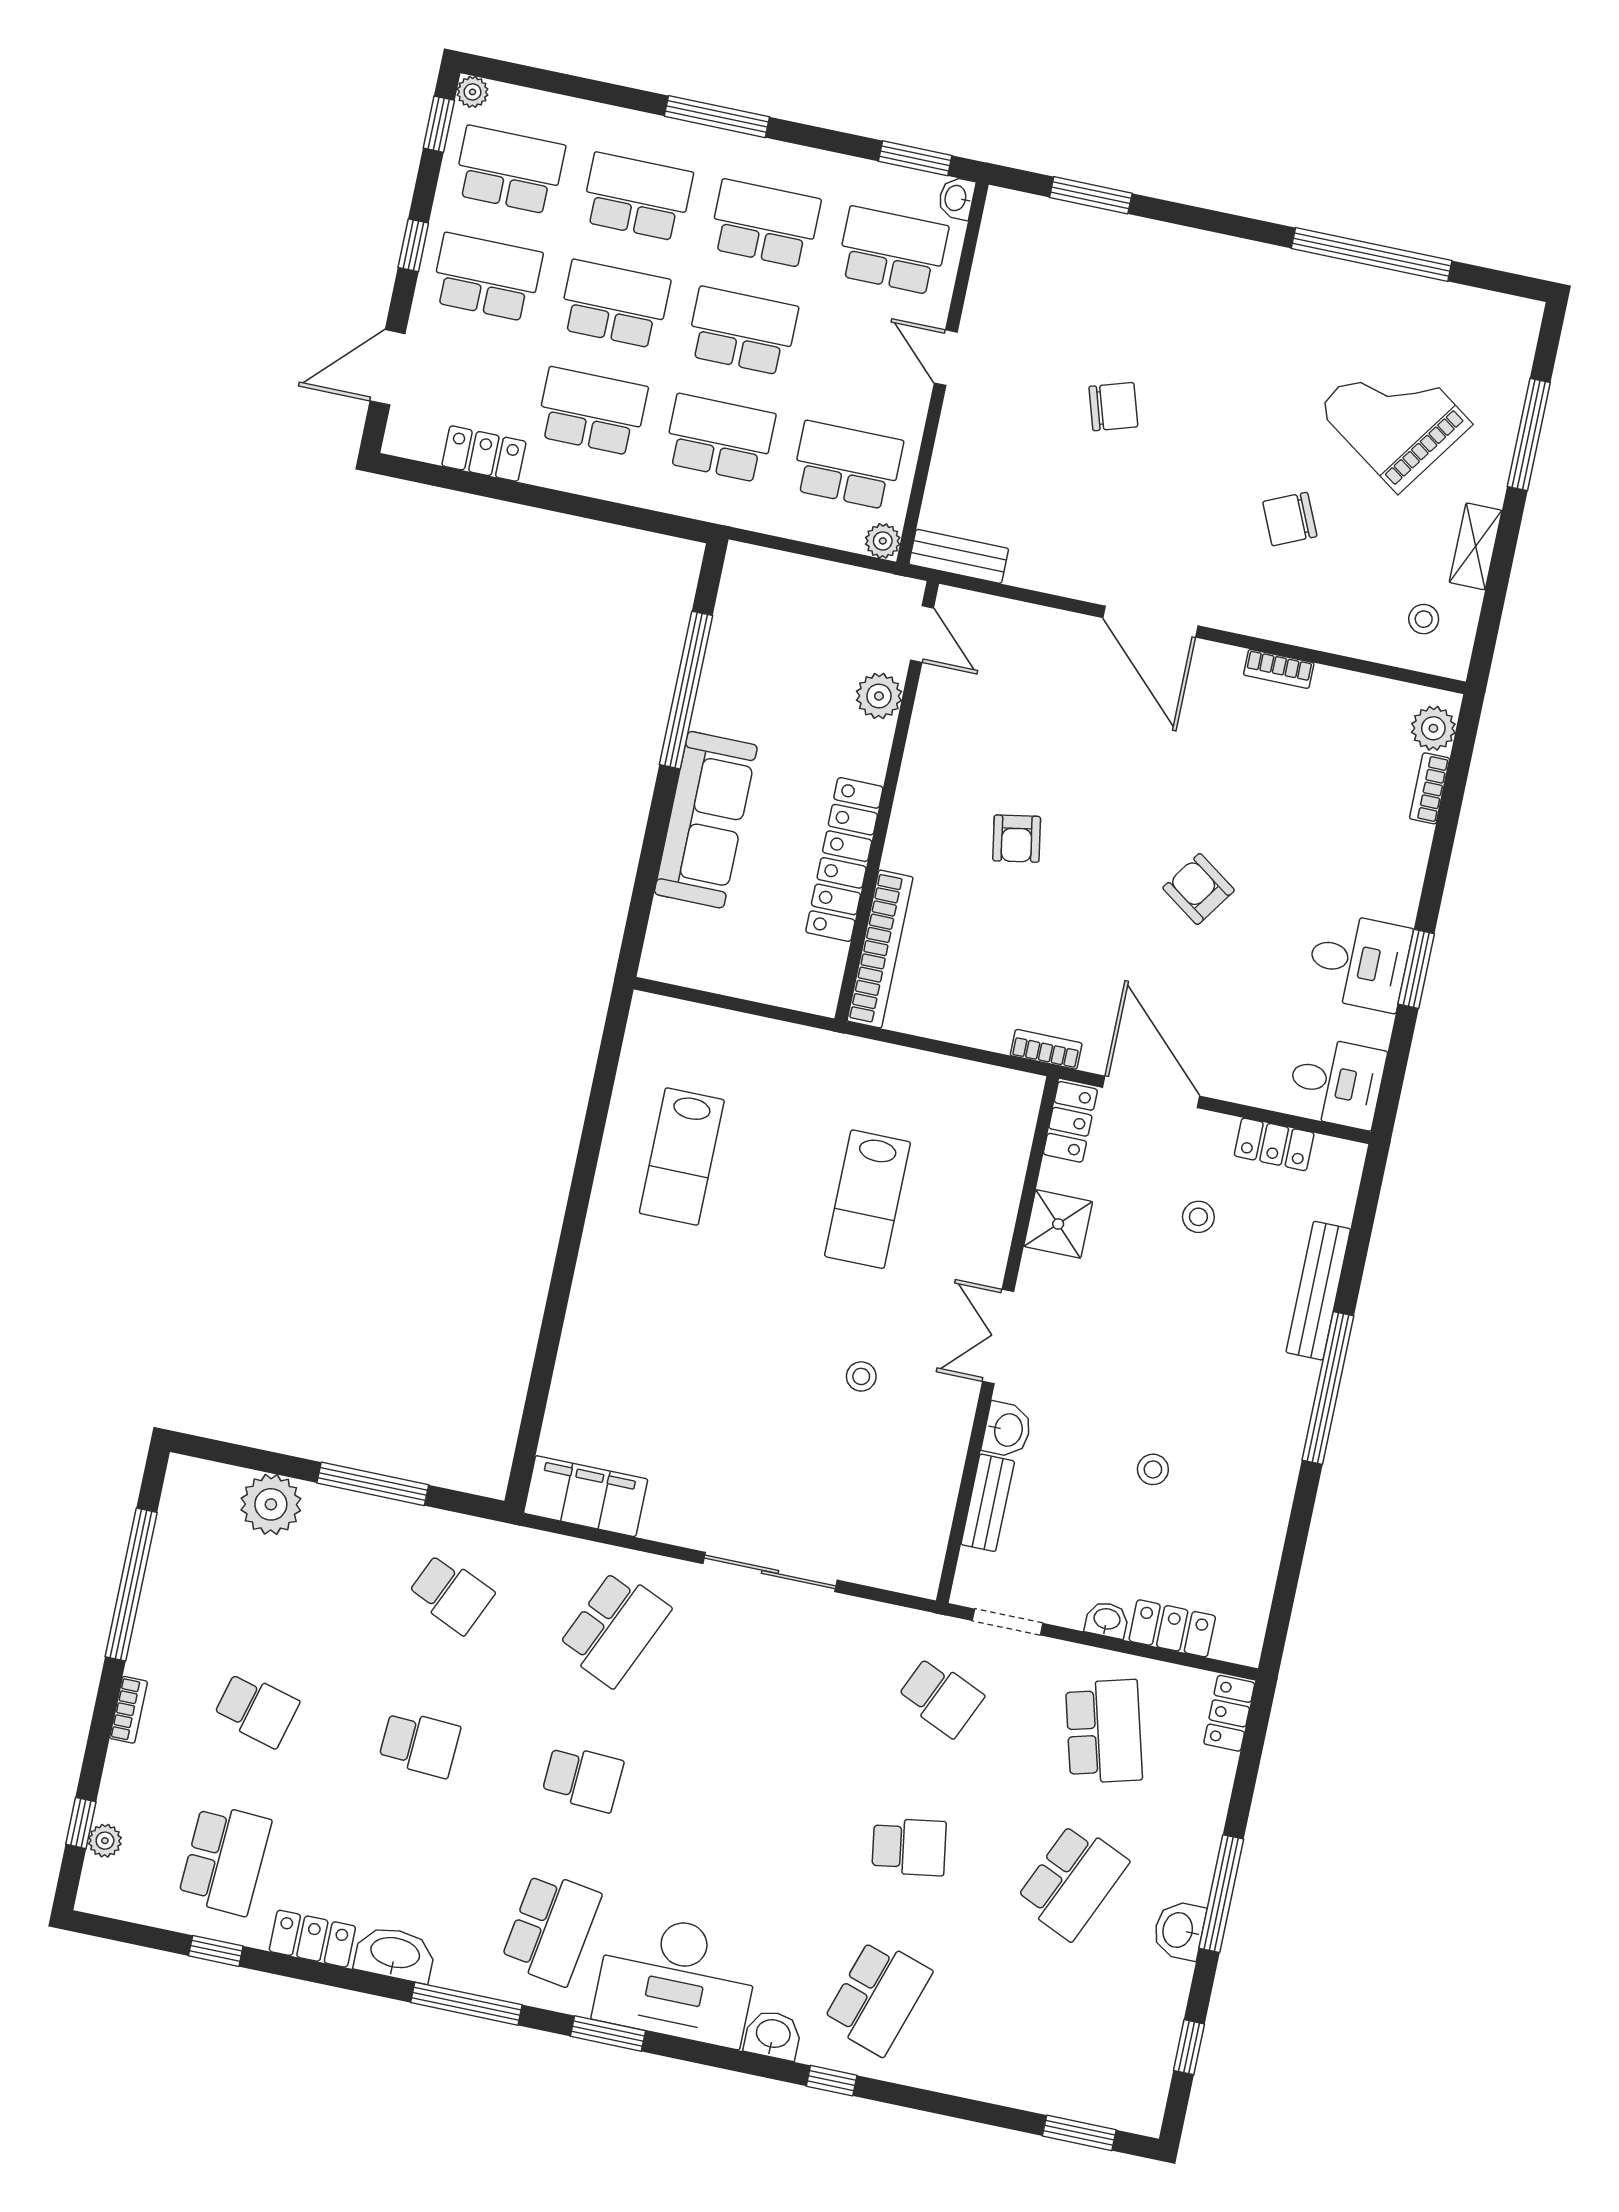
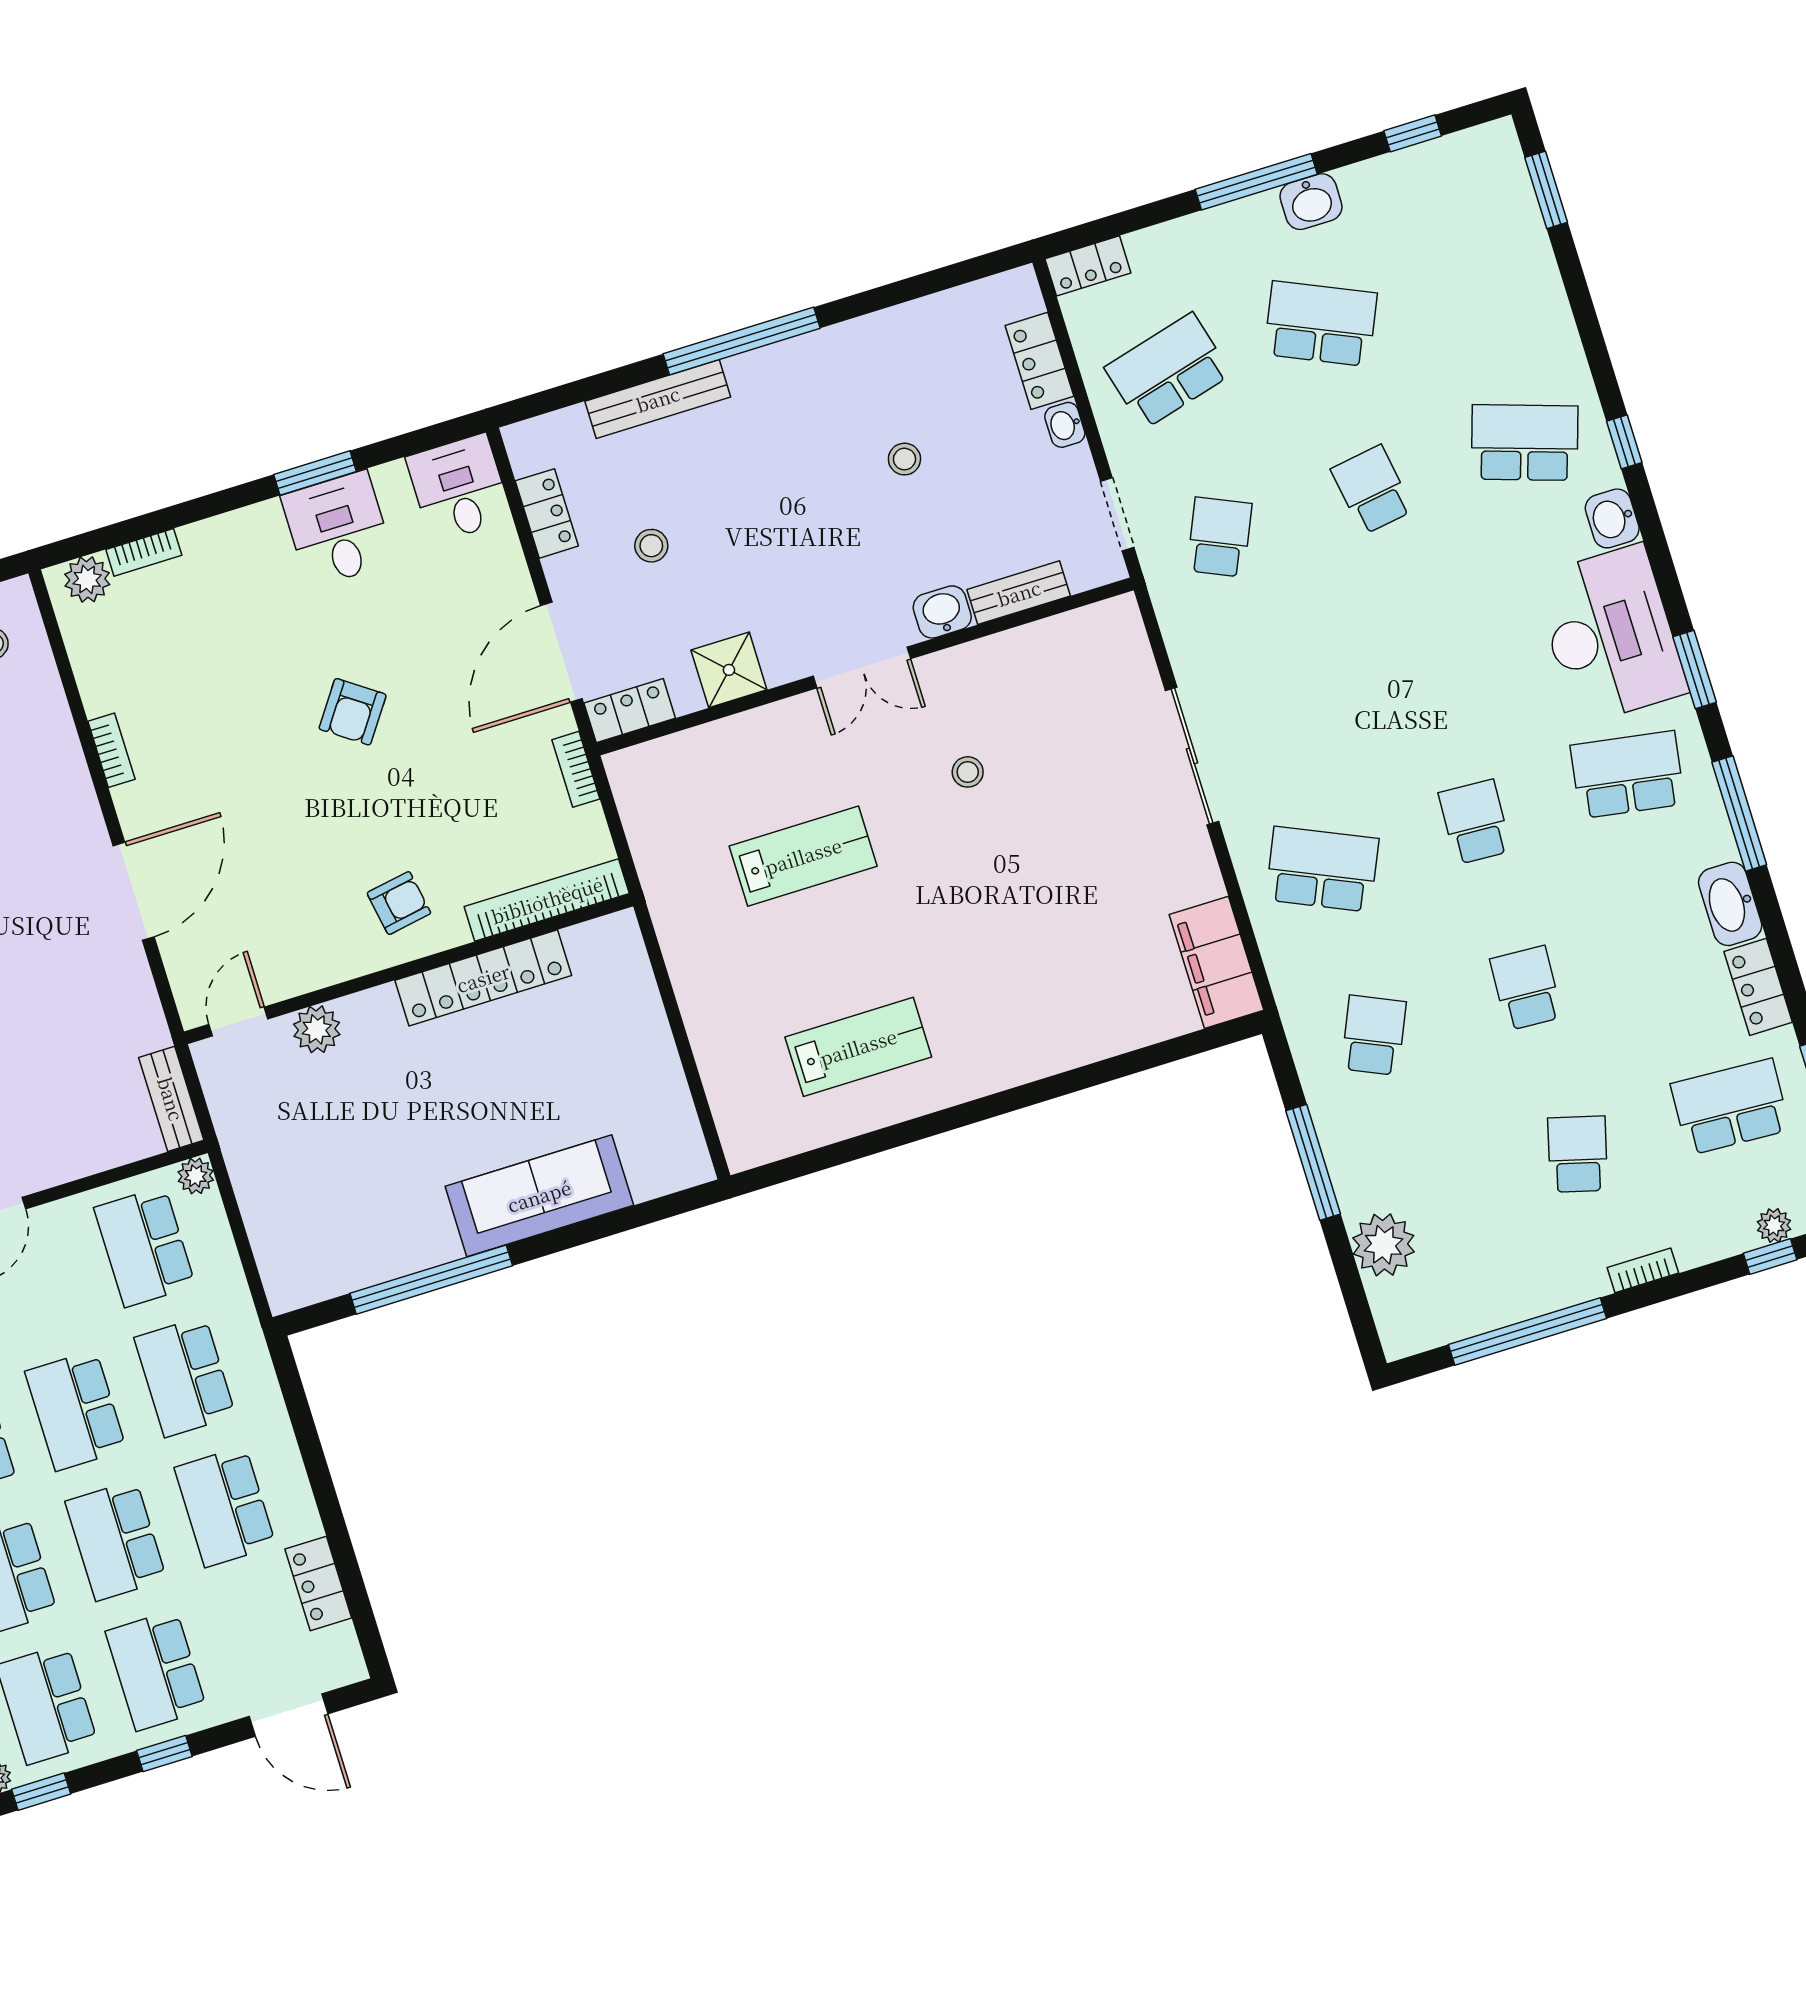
door: (922, 634) -> (238, 1022), moved
plant: (879, 696) -> (317, 1029), moved
wall: (887, 801) -> (409, 969), moved
locker: (844, 860) -> (483, 978), moved
bookcase: (880, 949) -> (547, 900), moved

